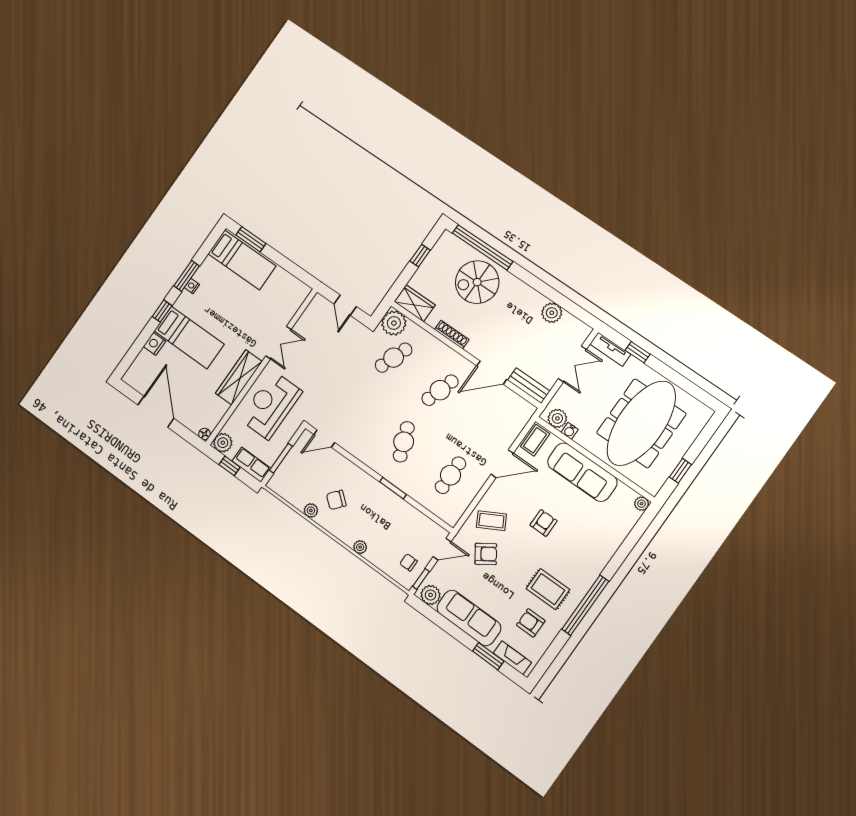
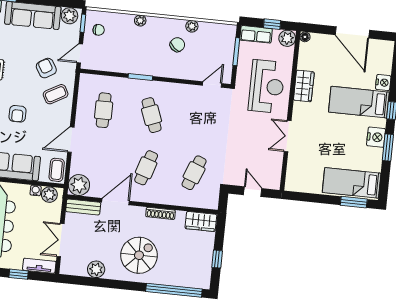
spiral stairs: (477, 282) -> (139, 255), moved
nightstand: (192, 286) -> (376, 137), width x1.89, depth x1.79
plant: (394, 323) -> (79, 185), moved
wardrobe: (239, 377) -> (304, 86), width x0.67
armchair: (486, 554) -> (46, 68), turned 93

